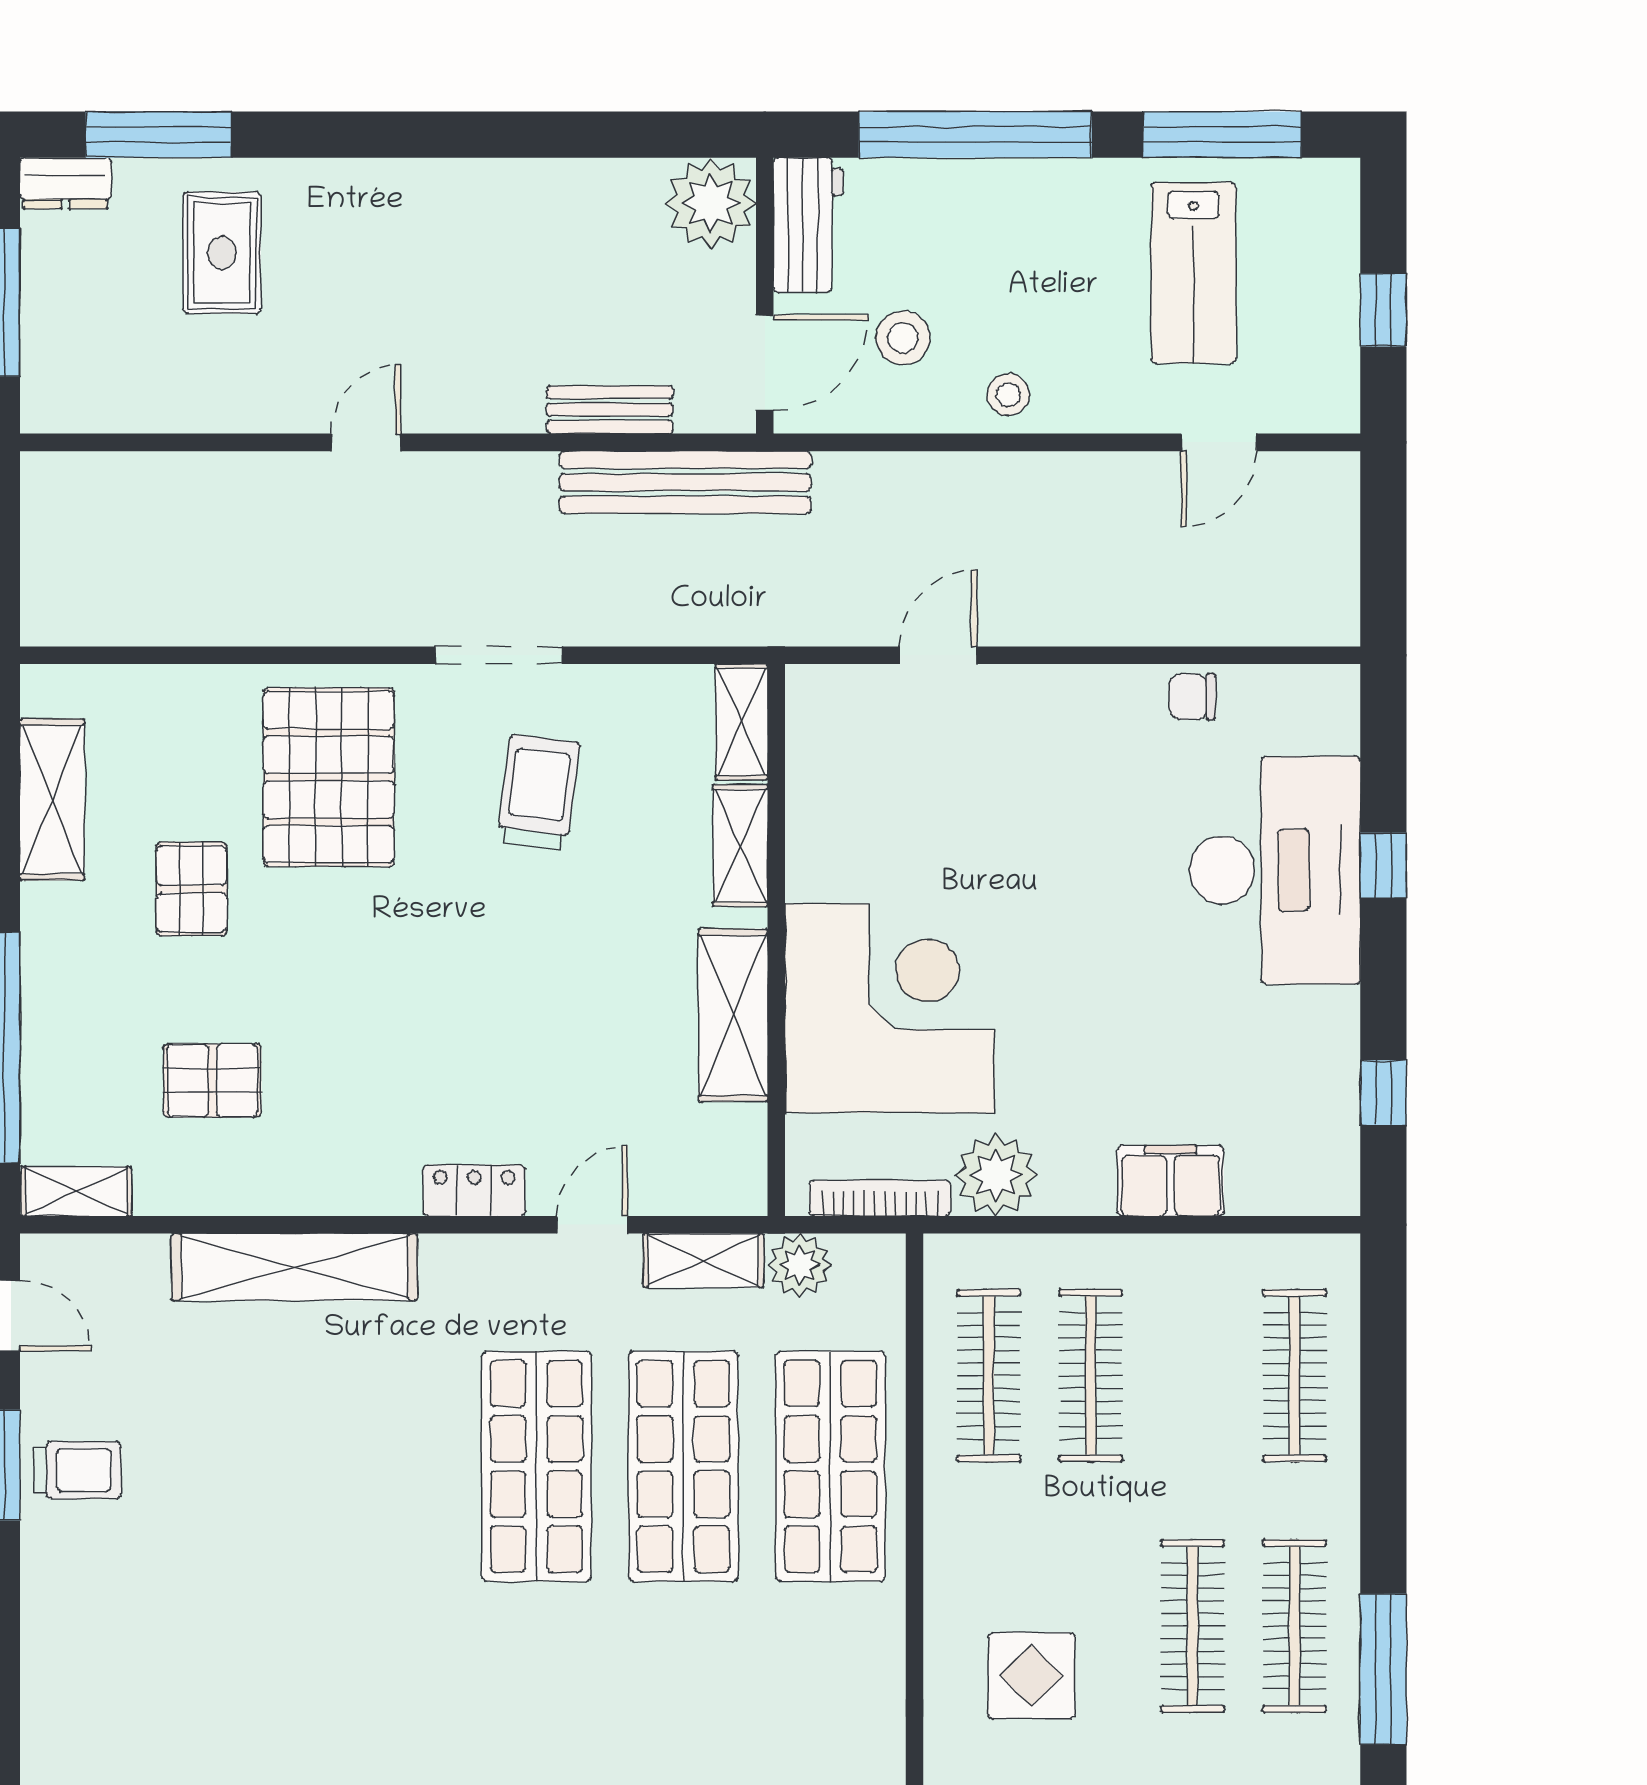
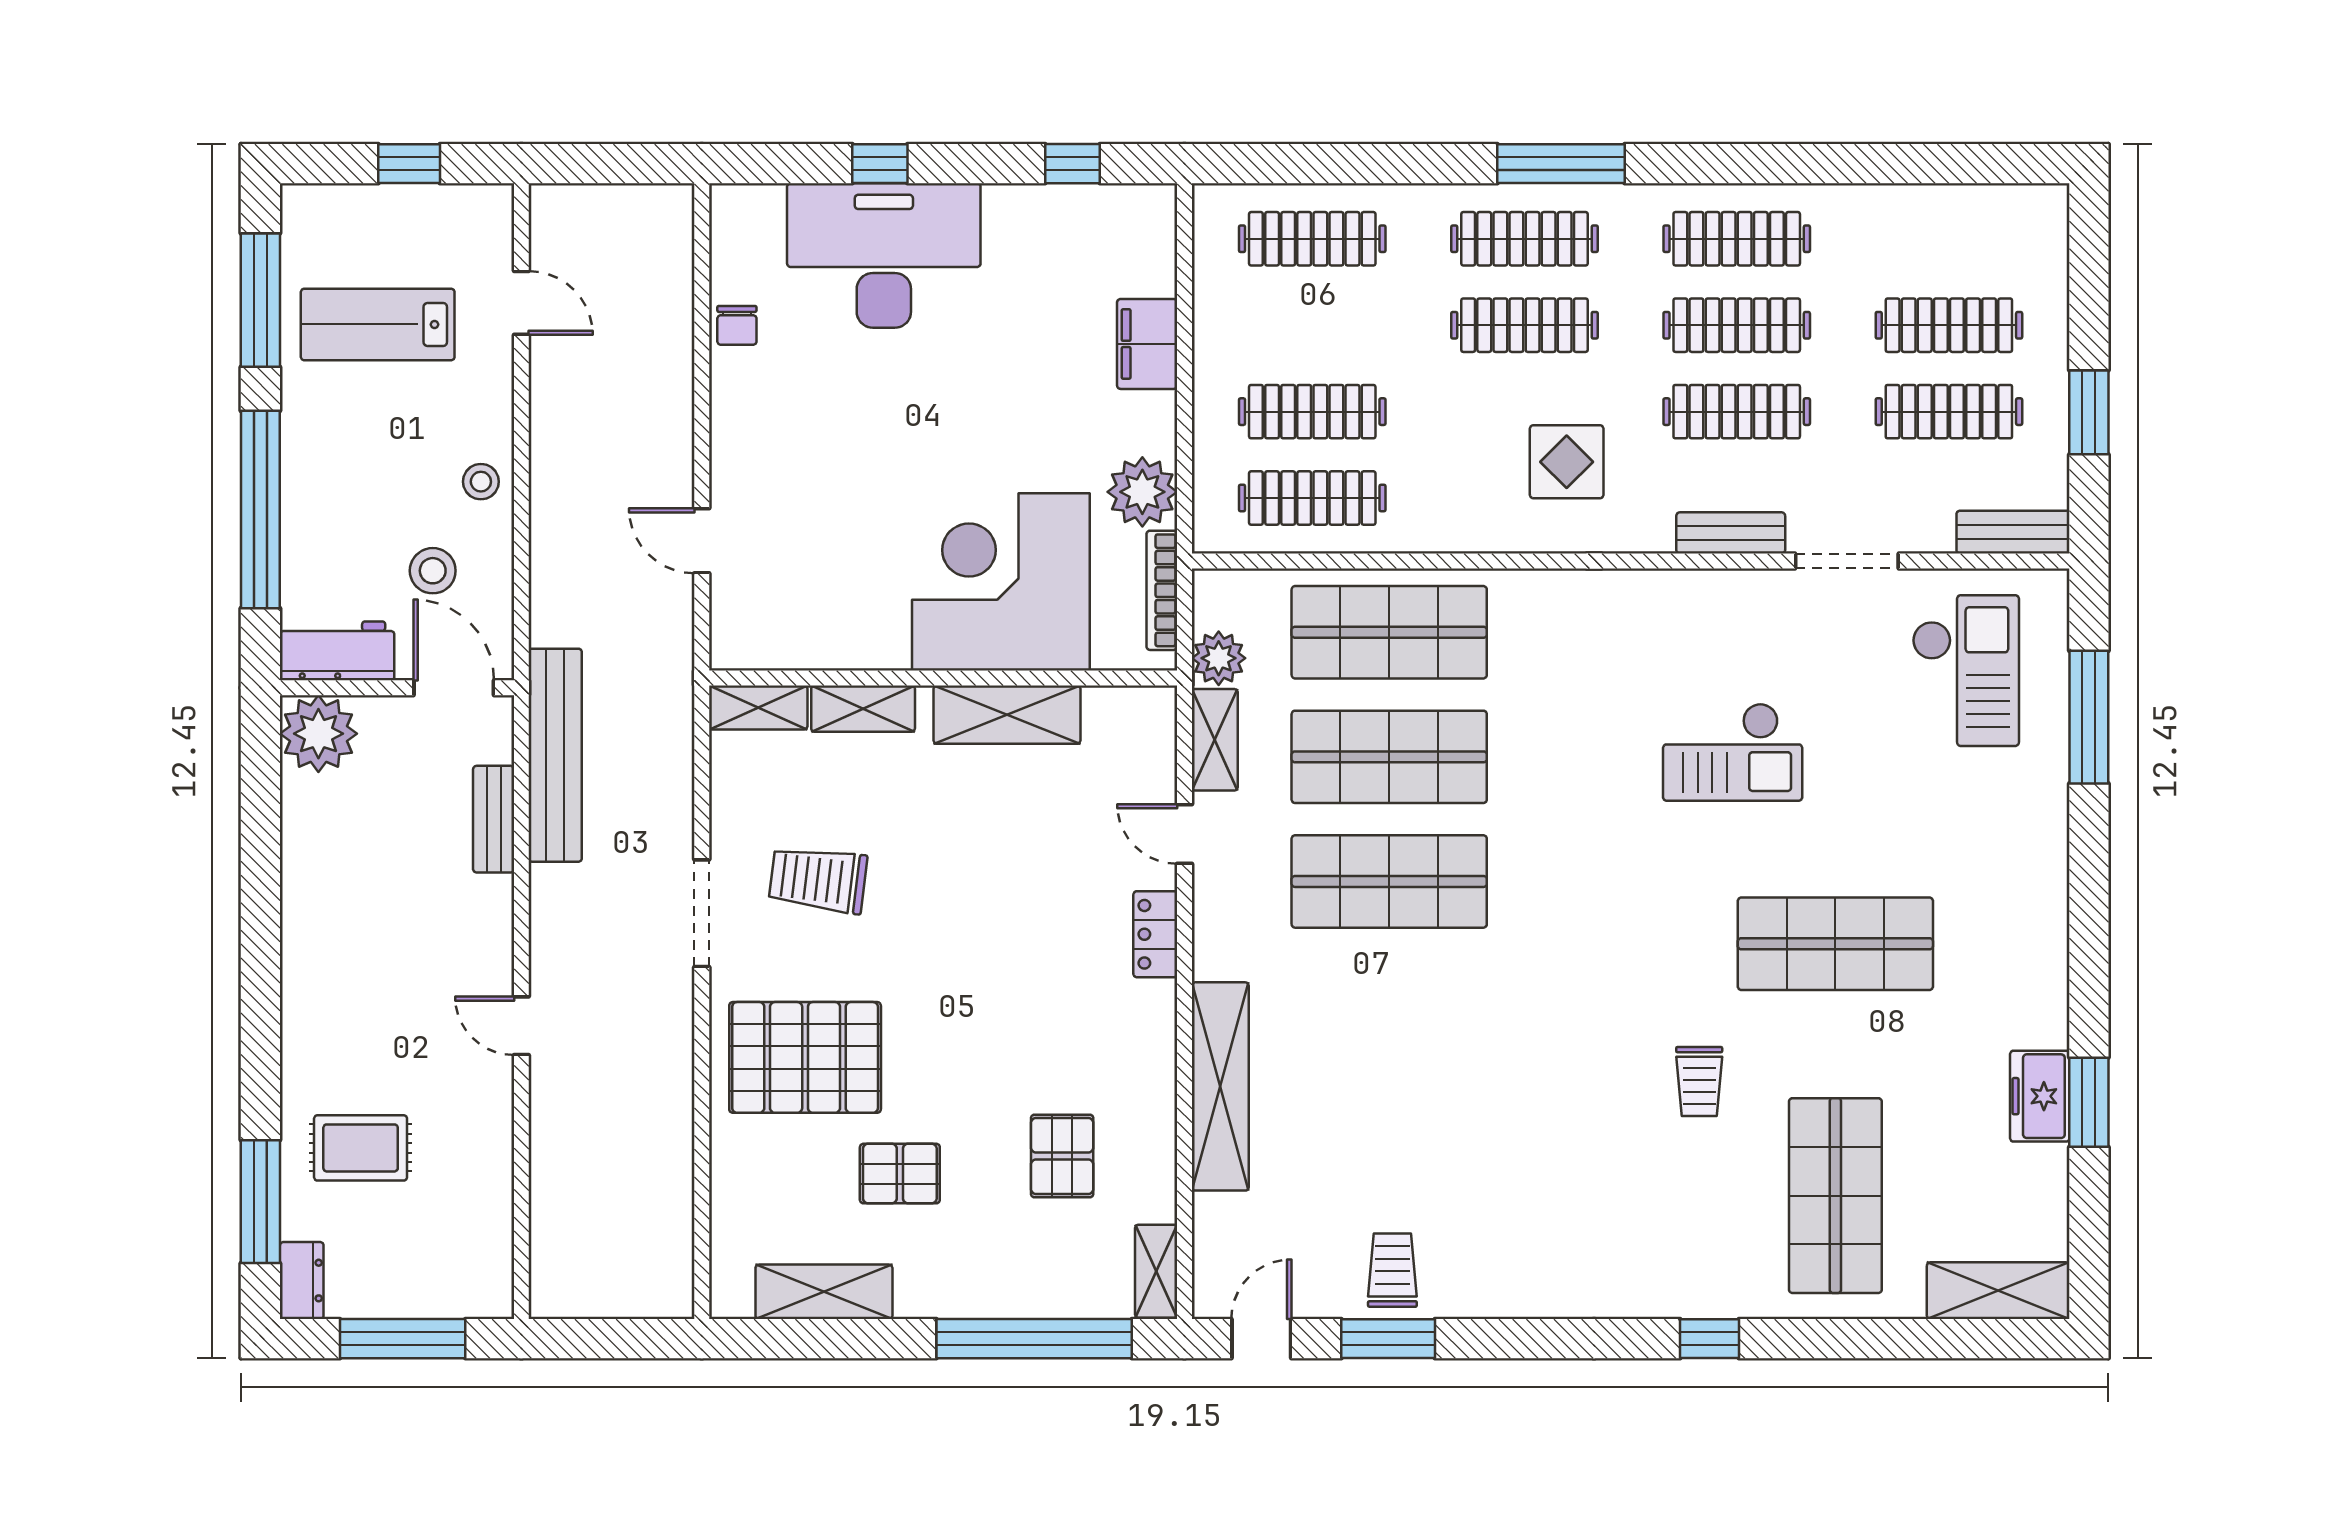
lab bench: (1193, 273) -> (378, 324), turned 180

